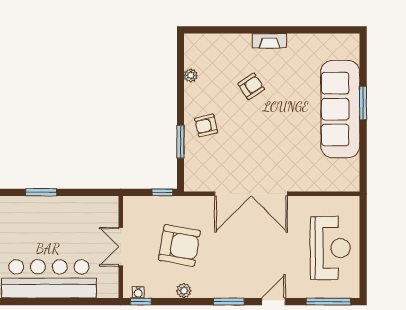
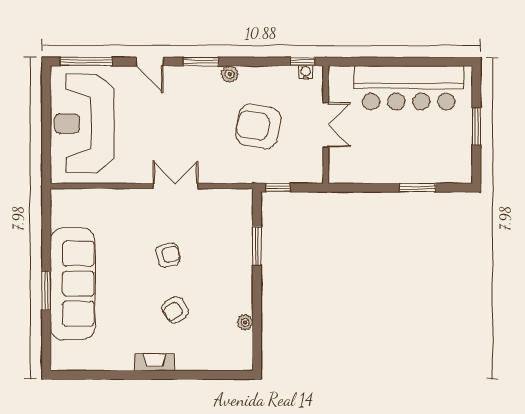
armchair: (206, 125) -> (168, 255), moved
double door: (251, 194) -> (176, 186), width x0.54
reception desk: (330, 248) -> (84, 123), width x1.36, depth x1.30
plant: (184, 291) -> (230, 74), moved
door: (274, 302) -> (150, 62), hinge flipped

